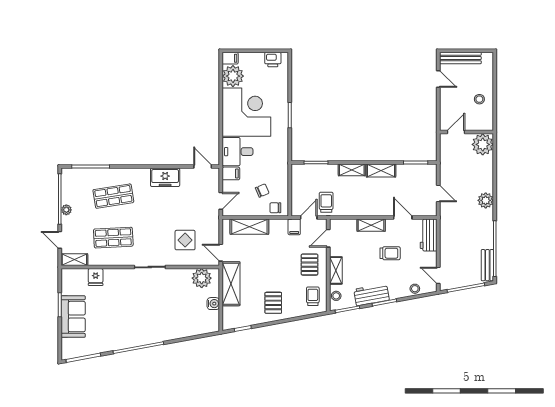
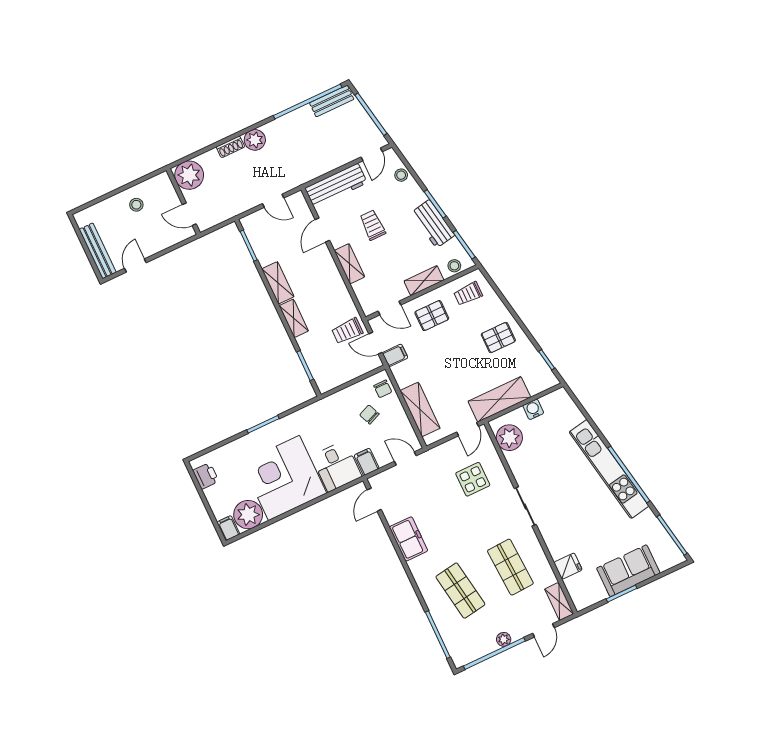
shoe rack: (489, 182) -> (230, 147), added
door: (438, 193) -> (273, 201), swing flipped
workbench: (429, 235) -> (336, 185), width x1.38
kitchen unit: (148, 336) -> (609, 469), added

